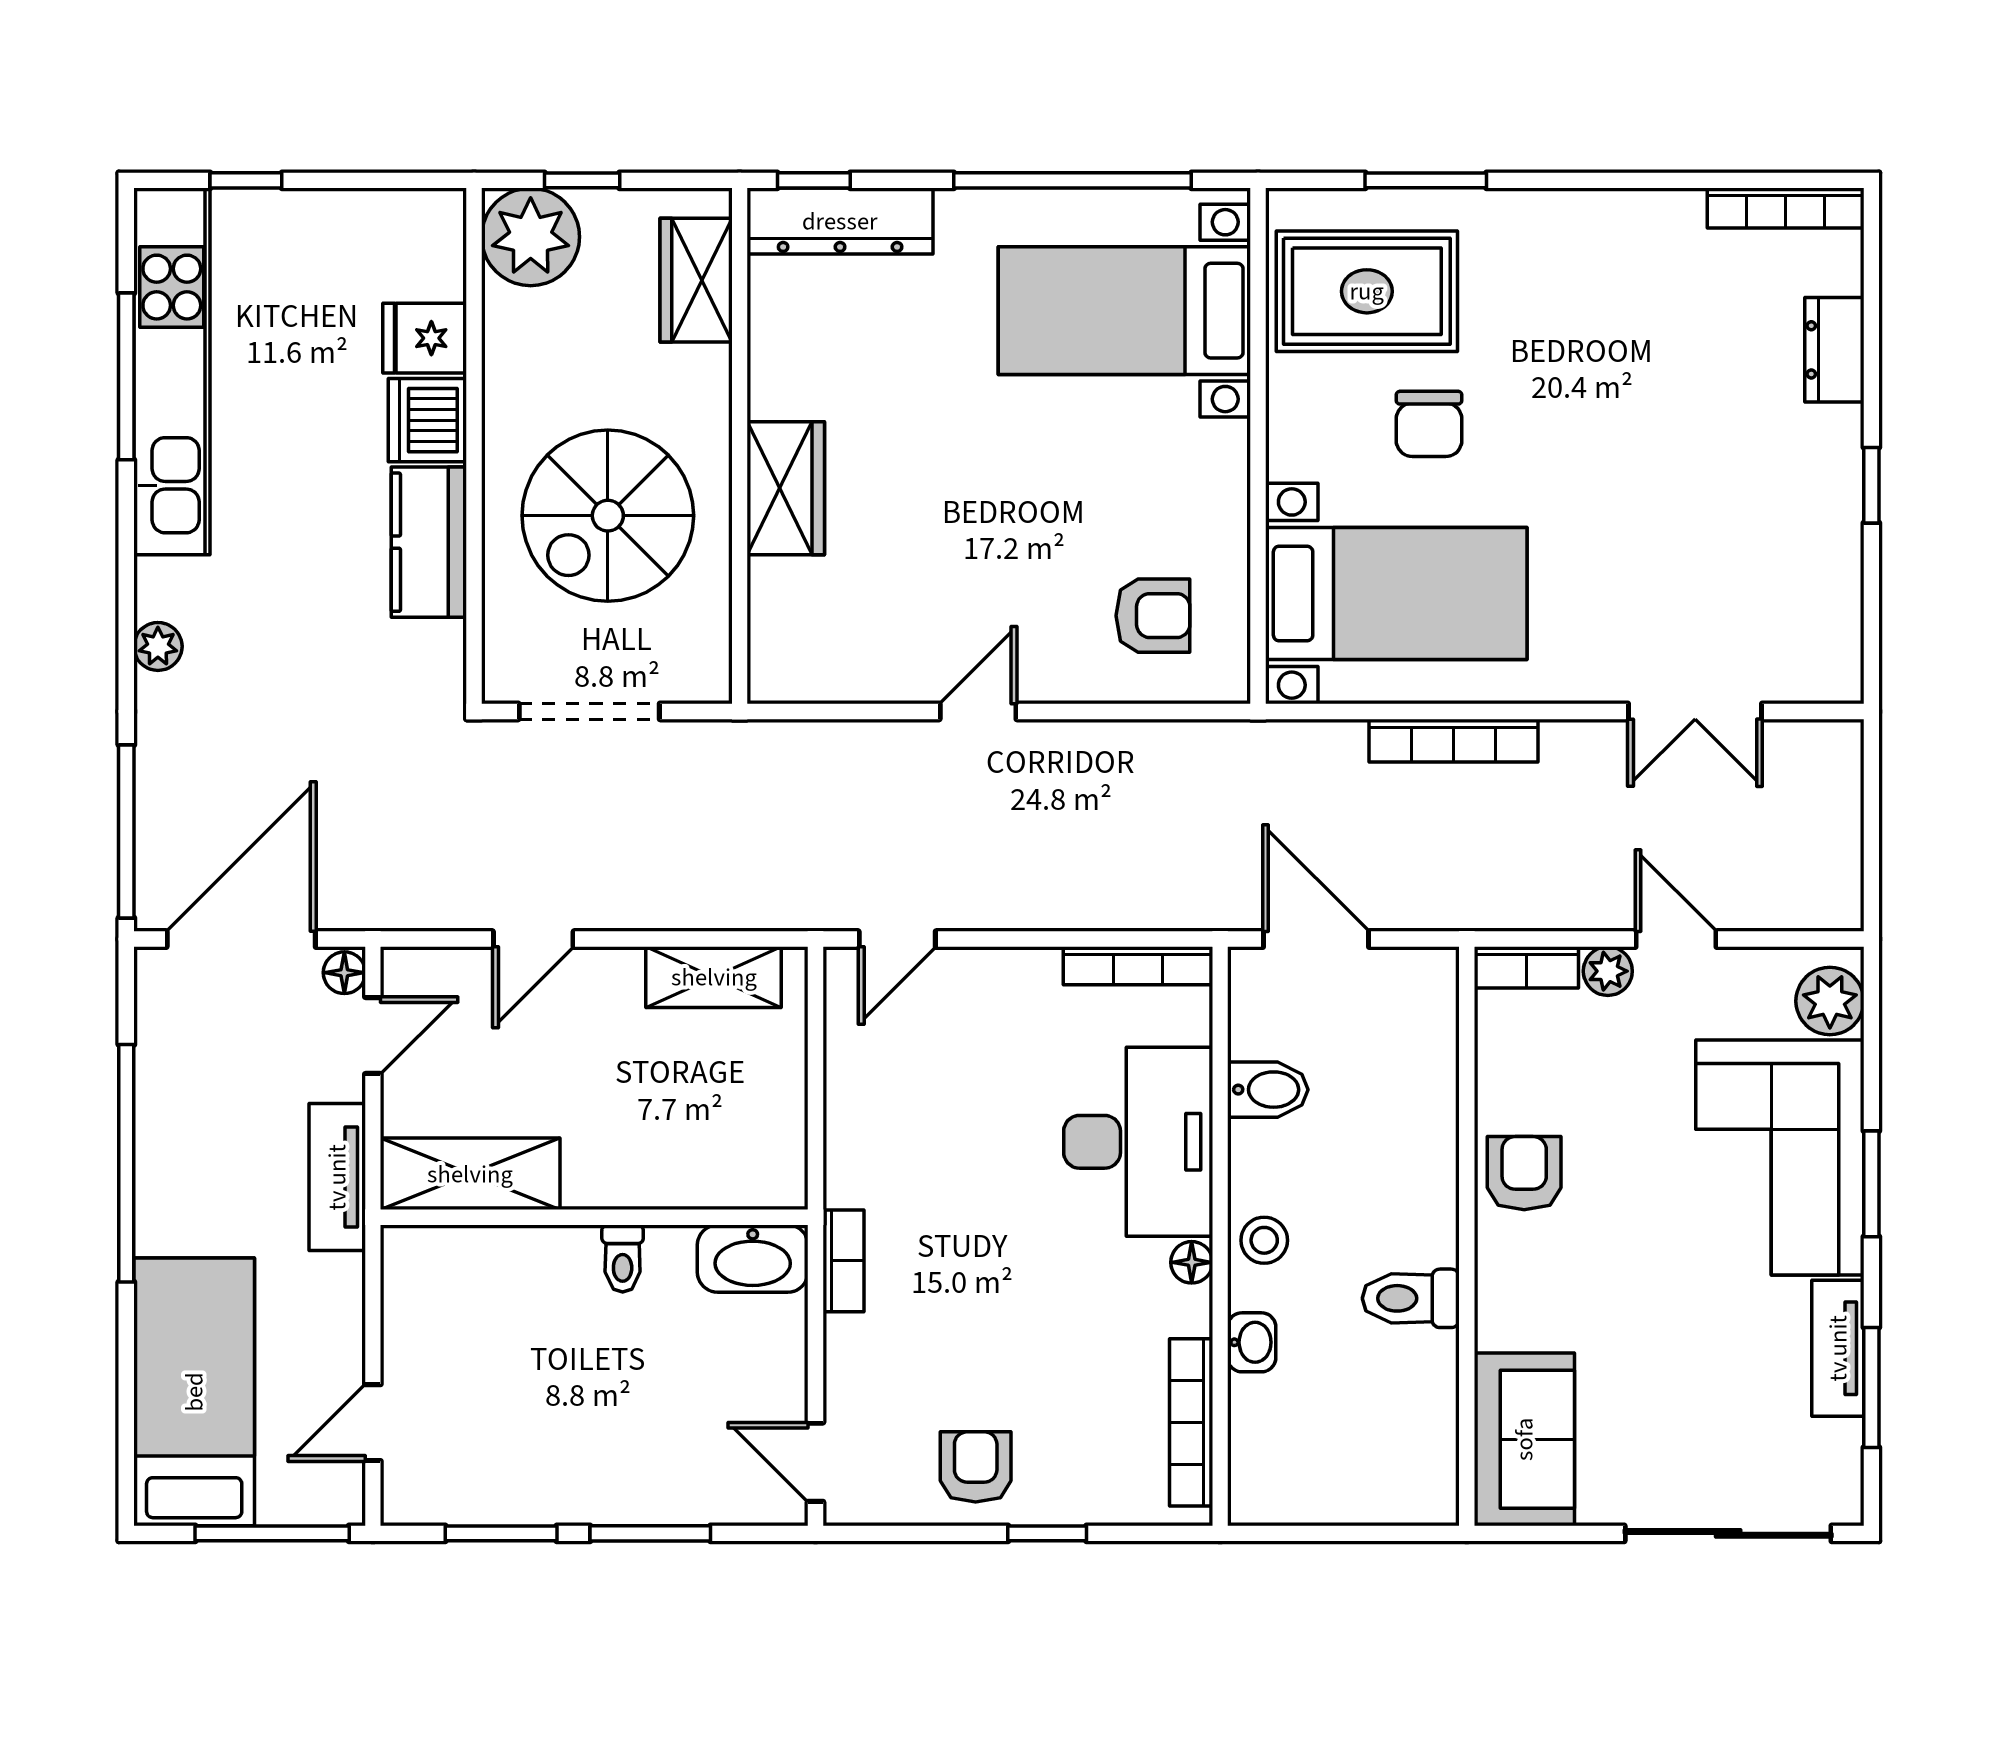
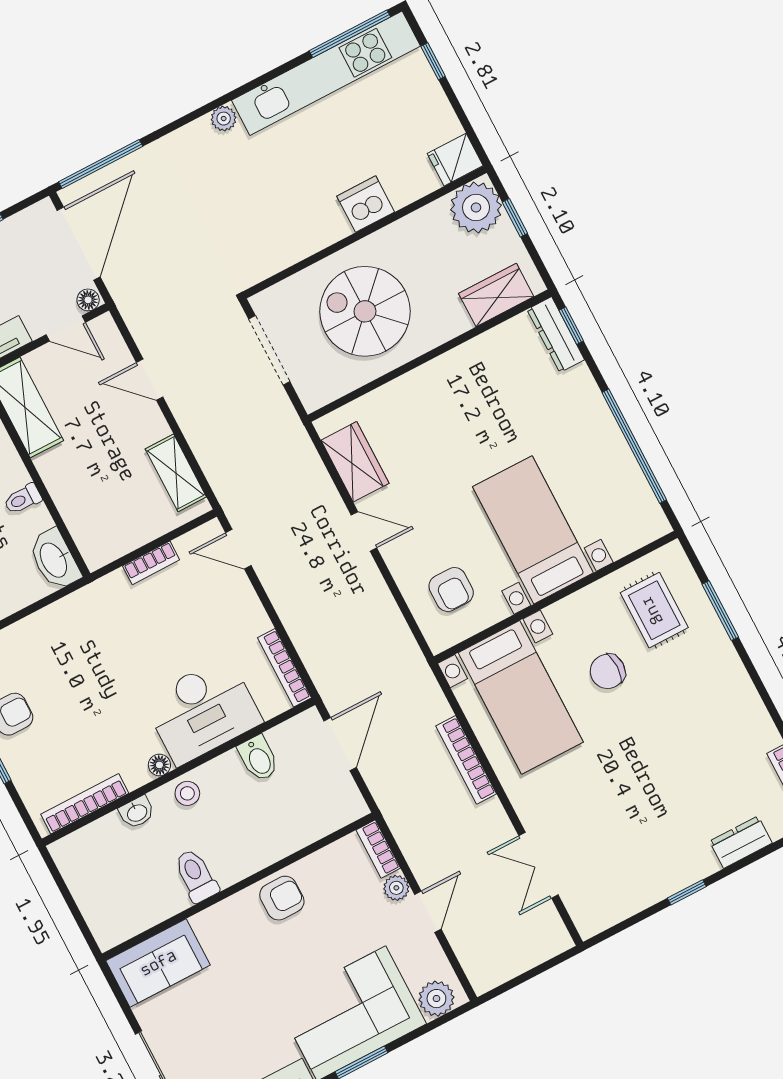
dresser: (840, 221) -> (556, 335), width x0.73, depth x0.80
rug: (1367, 291) -> (654, 610), width x0.73, depth x0.70
bed with nightstands: (1124, 311) -> (533, 530), moved
fridge: (425, 338) -> (455, 160), moved, turned -90
window: (126, 376) -> (350, 34), moved
wardrobe: (786, 488) -> (355, 462), moved, turned -90
kitchen counter: (429, 542) -> (309, 234), removed
plant: (158, 646) -> (224, 119), moved
door: (241, 939) -> (79, 244), hinge flipped
bookcase: (843, 1261) -> (151, 563), moved

